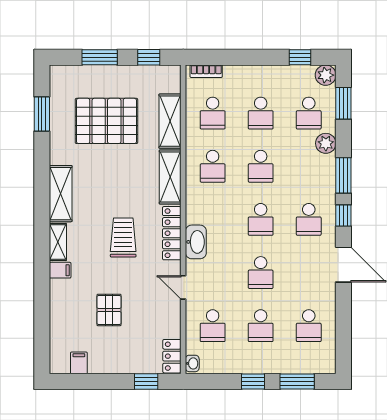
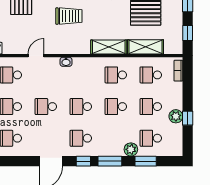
window: (300, 57) -> (188, 118), moved
plant: (326, 75) -> (176, 116), moved
window: (343, 103) -> (146, 161), moved
locker: (172, 233) -> (72, 48), removed
washbasin: (196, 242) -> (66, 62), width x0.52, depth x0.69

